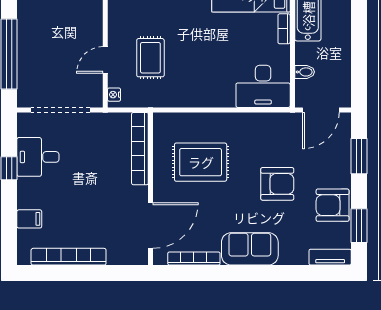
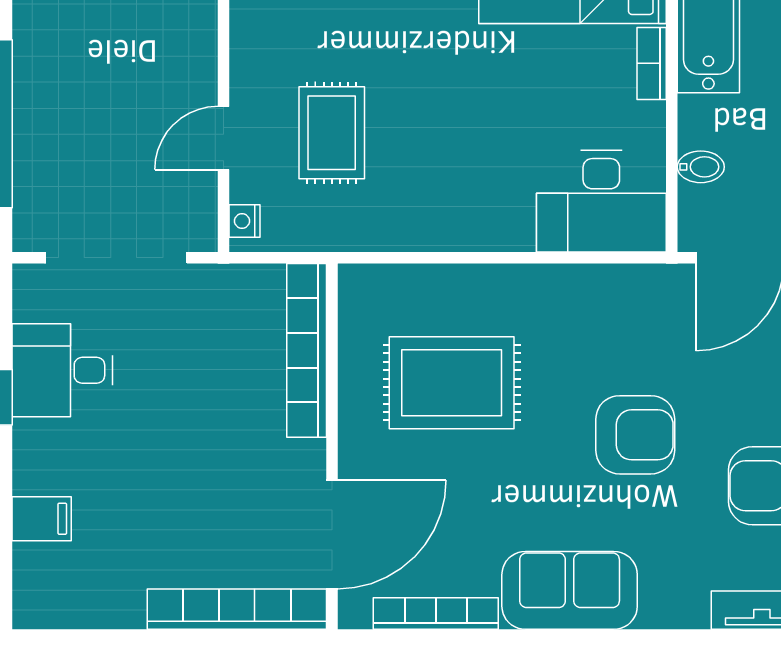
bookcase: (69, 257) -> (237, 609), moved

